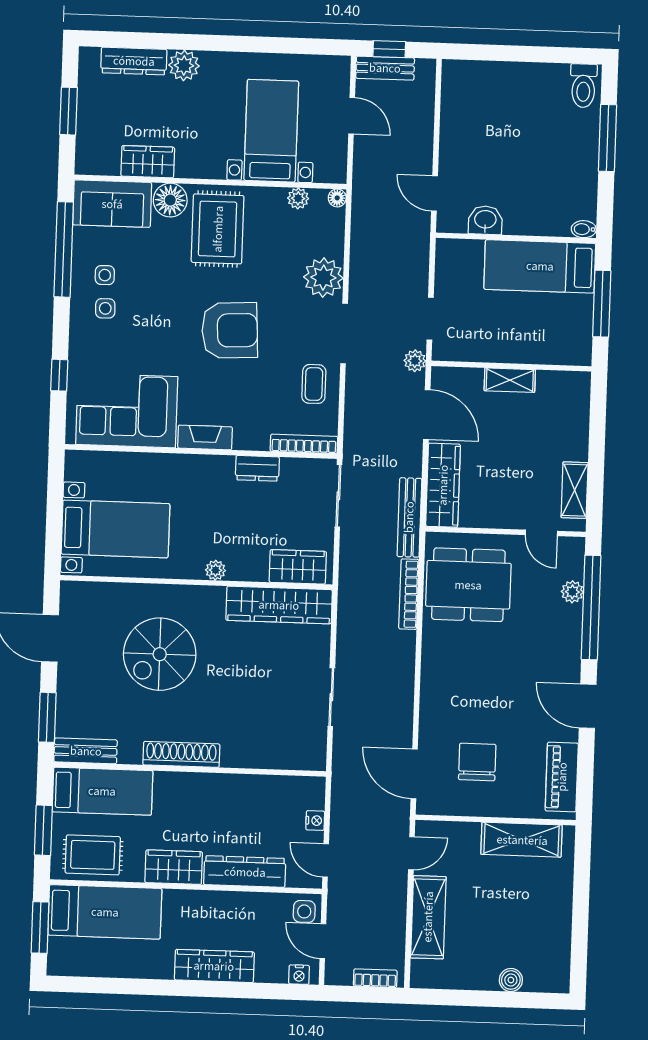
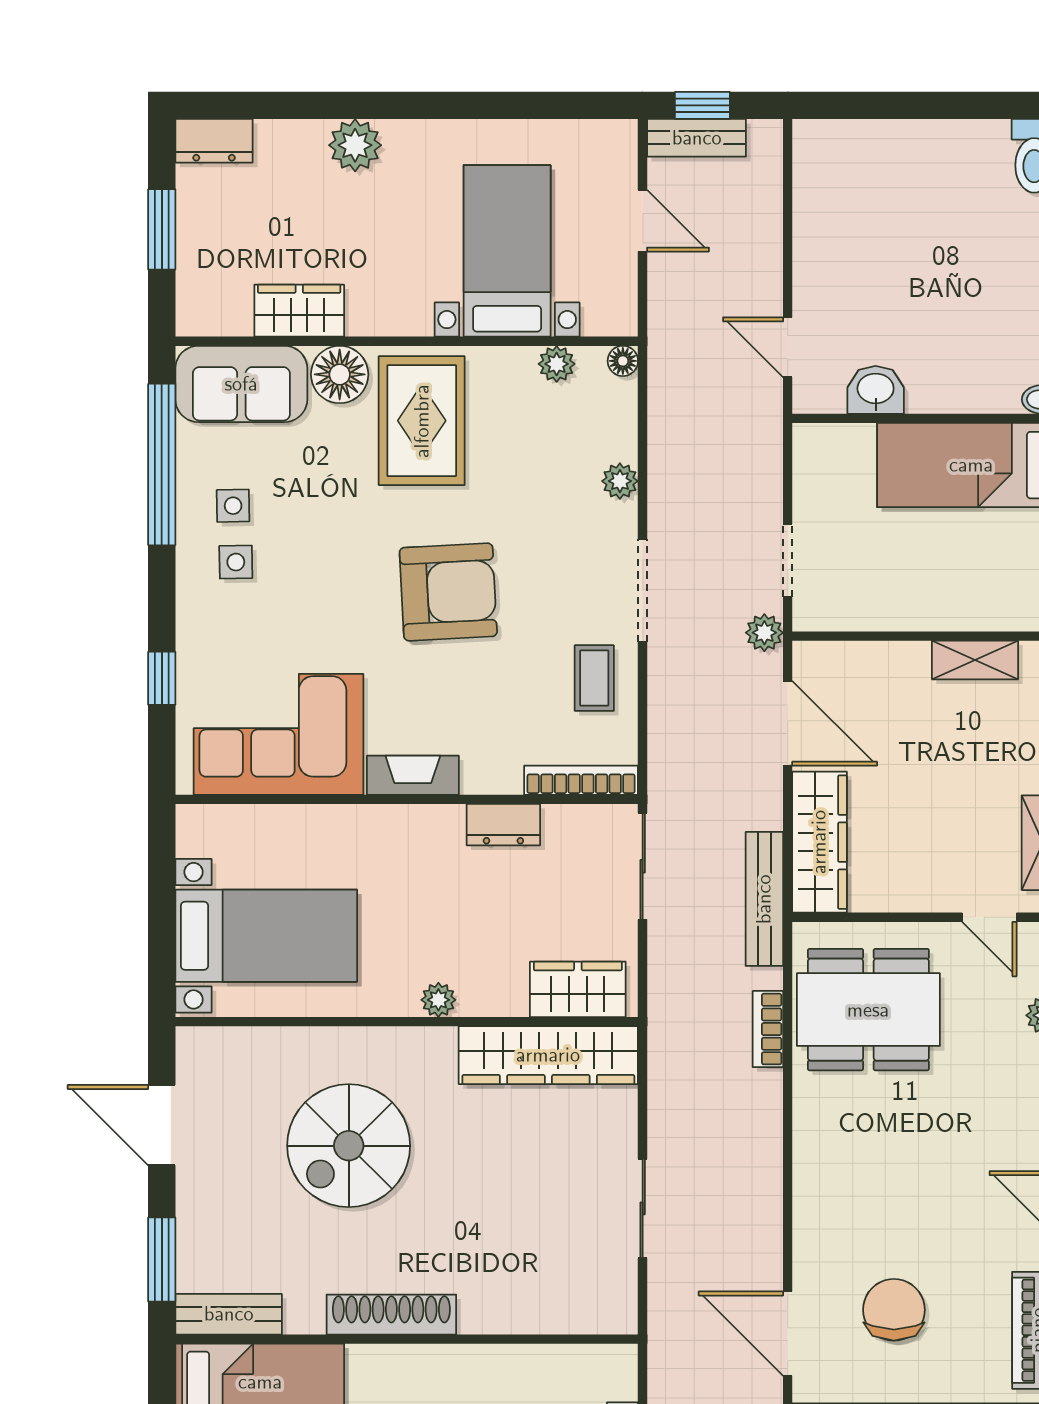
dresser: (134, 61) -> (214, 141), moved, width x0.70
plant: (323, 278) -> (620, 481), width x0.53, depth x0.53
shelving: (510, 380) -> (975, 660), moved
bookcase: (409, 594) -> (768, 1029), width x0.64

